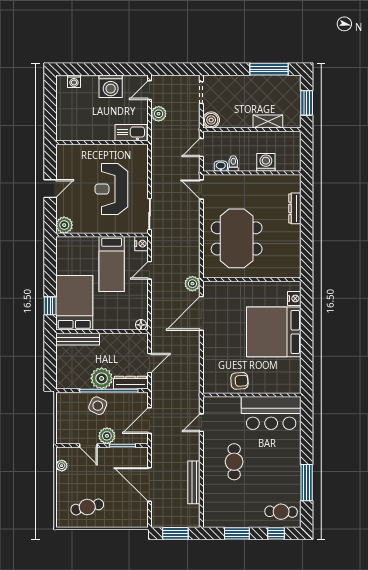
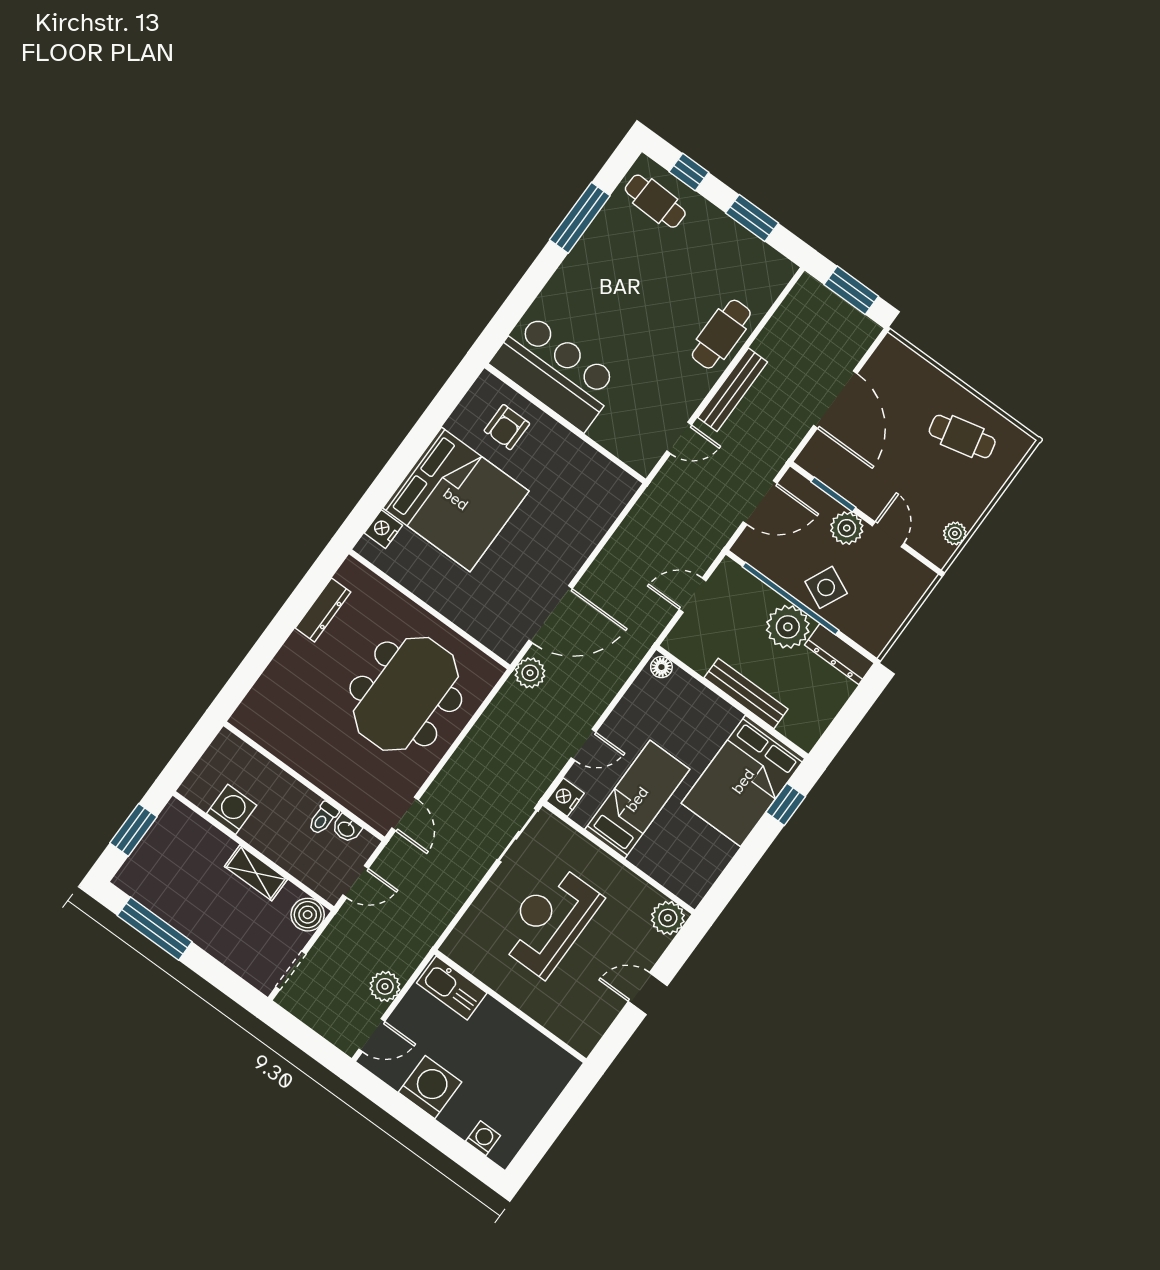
shelving: (268, 122) -> (256, 873), moved
washing machine: (266, 162) -> (232, 809), moved, turned 180
reception desk: (111, 189) -> (550, 921), turned 180
dresser: (295, 208) -> (323, 610), moved
bench: (78, 339) -> (746, 693), moved
armchair: (239, 381) -> (507, 427), moved, turned -86
dresser: (130, 383) -> (839, 654), moved
cafe table: (234, 462) -> (721, 334), moved
bench: (194, 482) -> (733, 390), moved

